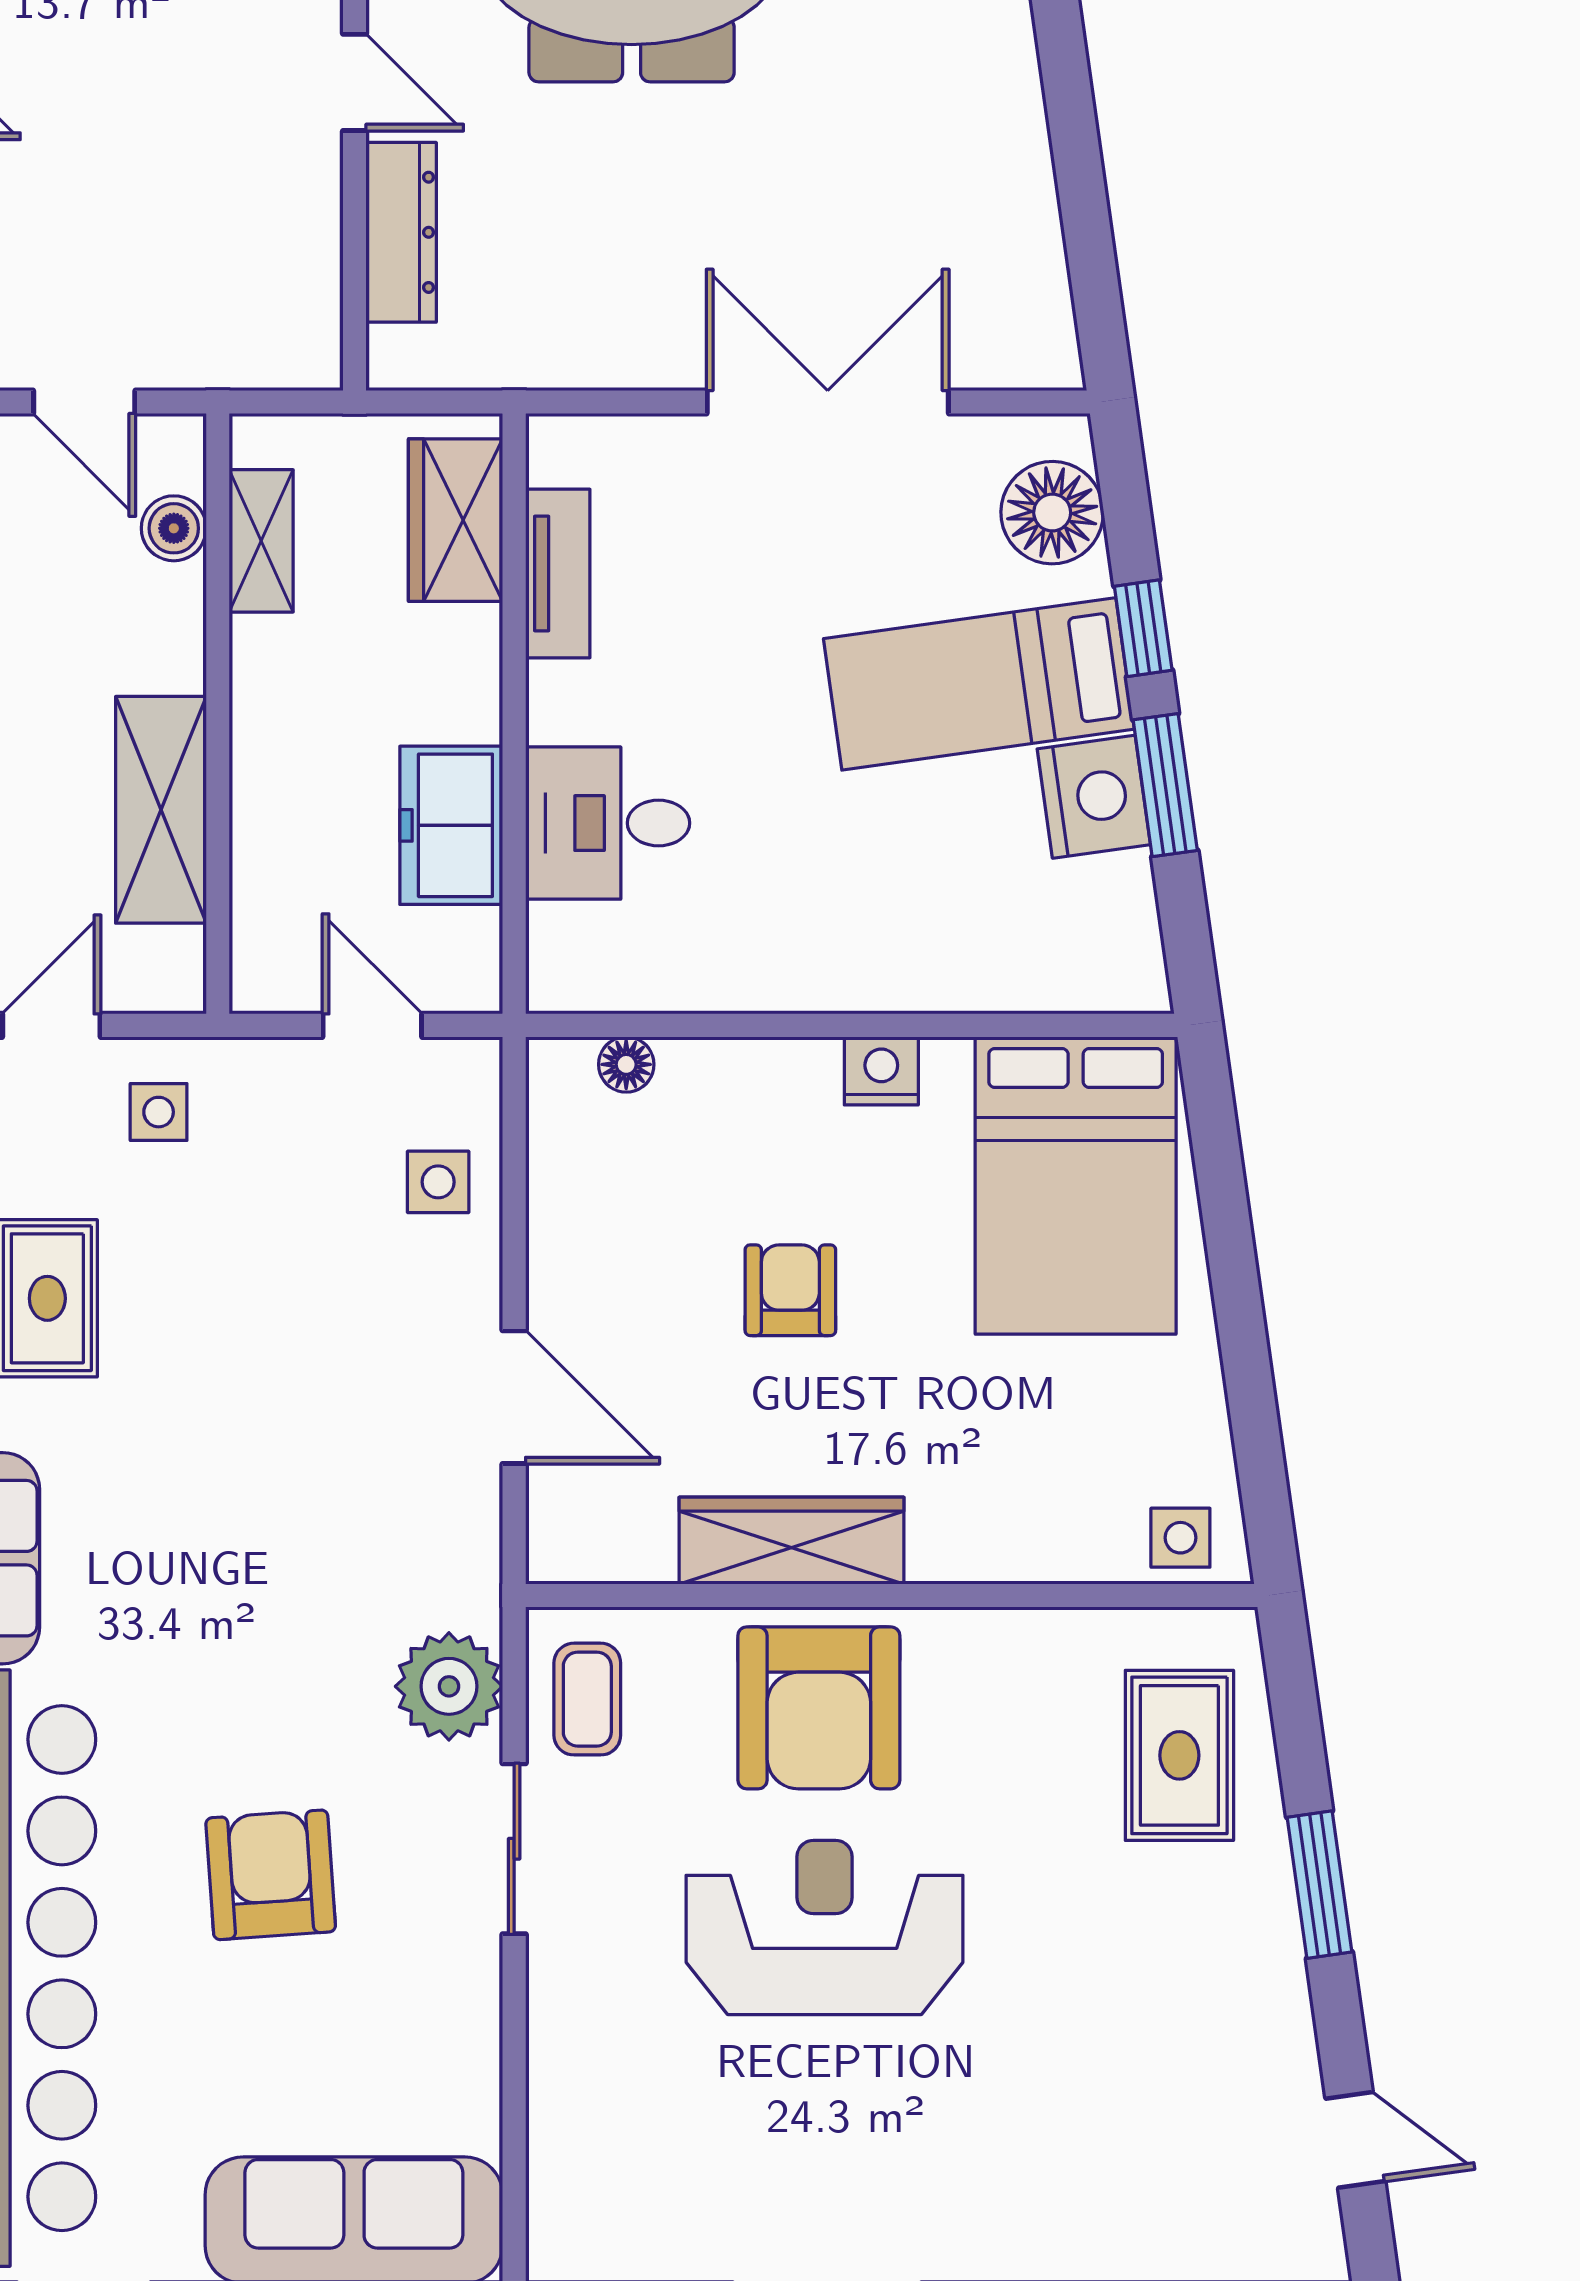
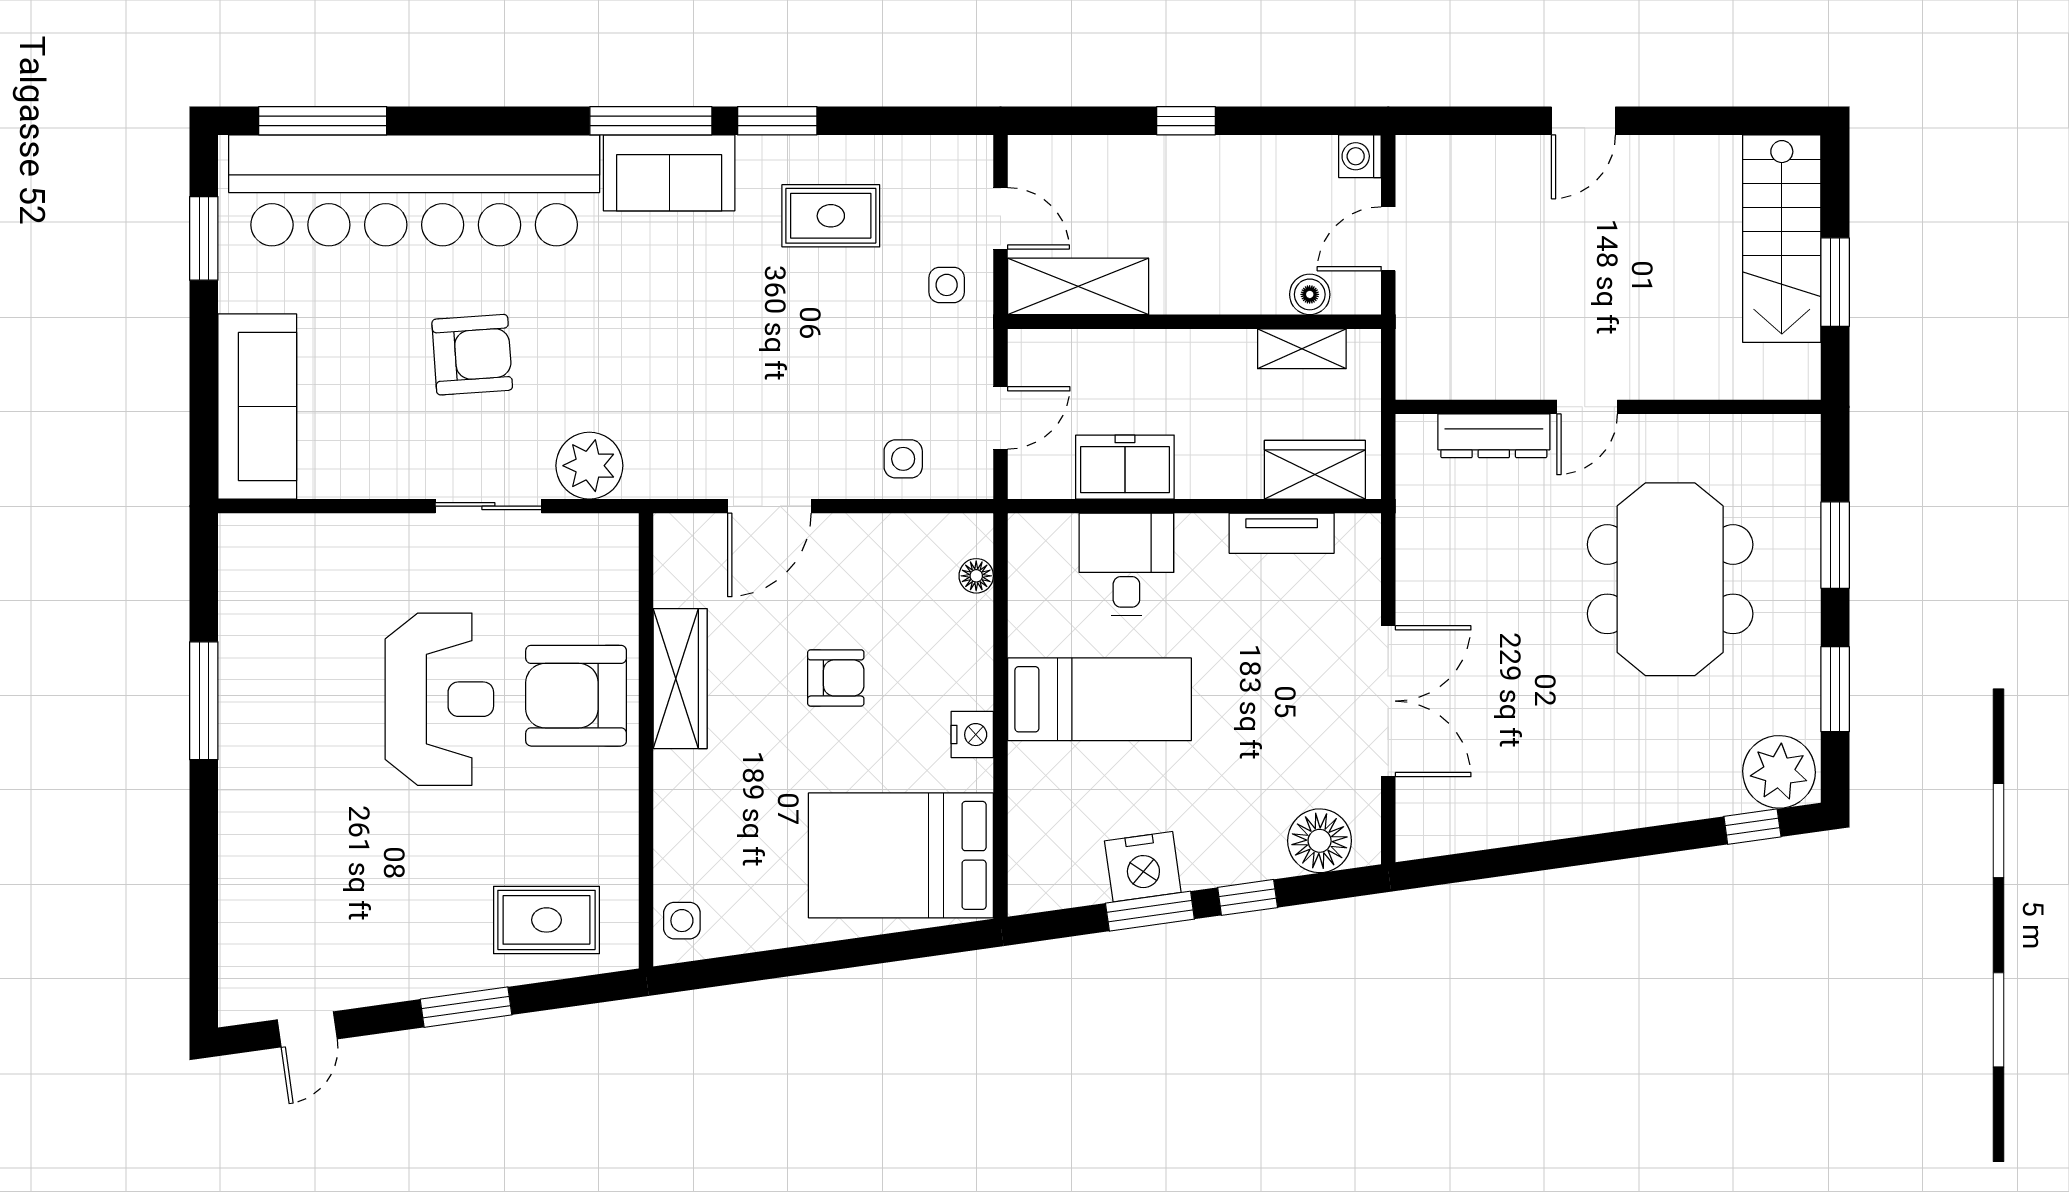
bed: (979, 684) -> (1099, 699), moved, turned 98
shelving: (161, 810) -> (1078, 286), moved
coffee table: (587, 1699) -> (581, 552), removed

